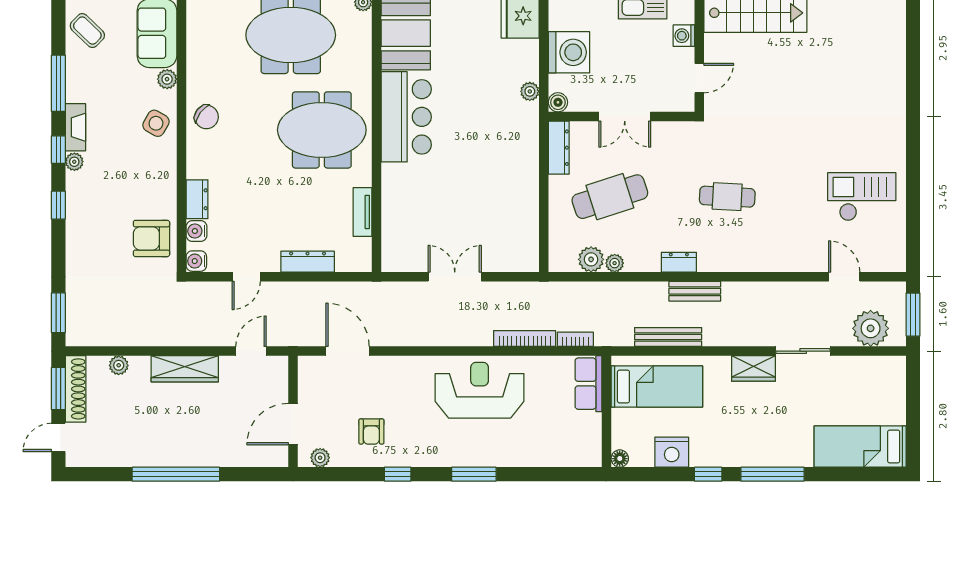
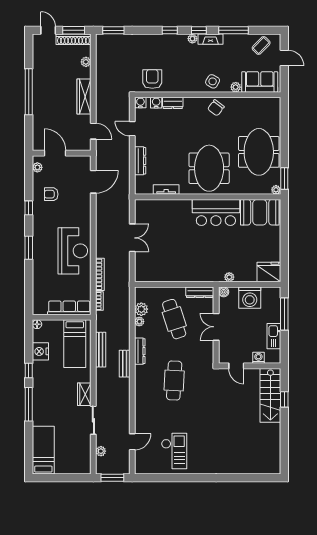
cafe table: (727, 197) -> (174, 380), width x1.37, depth x1.35
dresser: (679, 262) -> (140, 351), width x1.44
plant: (871, 328) -> (101, 451), width x0.53, depth x0.53
row of seats: (588, 384) -> (69, 308), width x1.48

